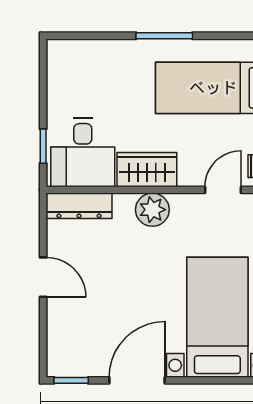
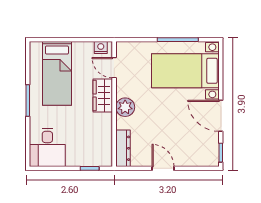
desk: (83, 152) -> (47, 147), moved, turned 90
wardrobe: (147, 170) -> (103, 96), moved
door: (43, 277) -> (163, 168), hinge flipped

